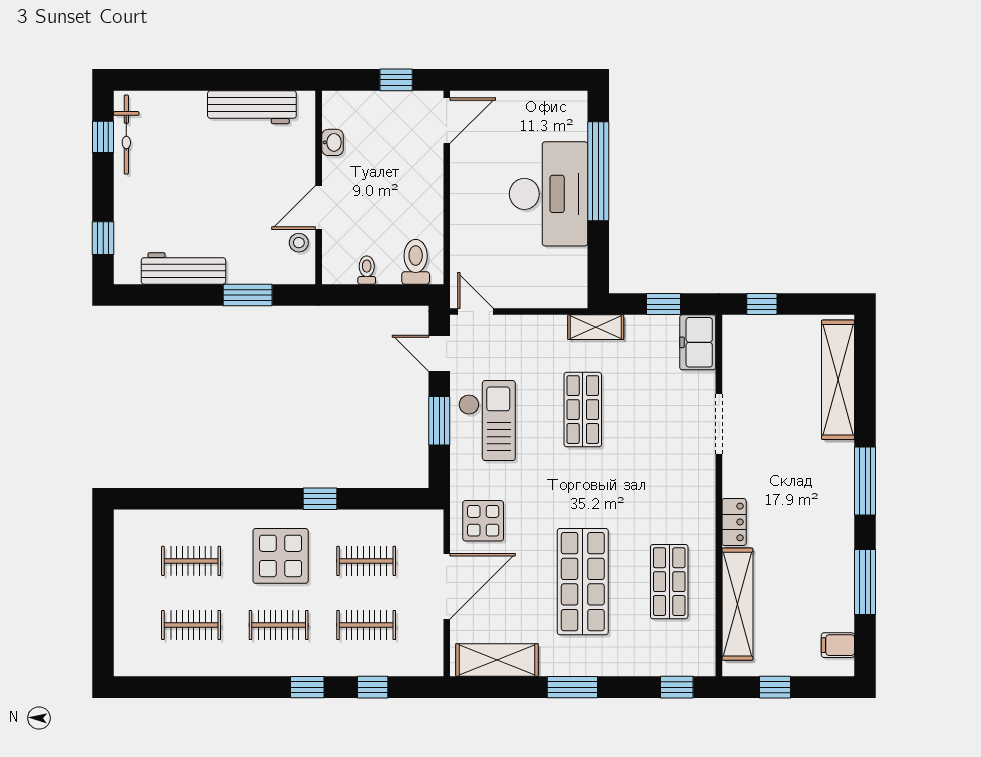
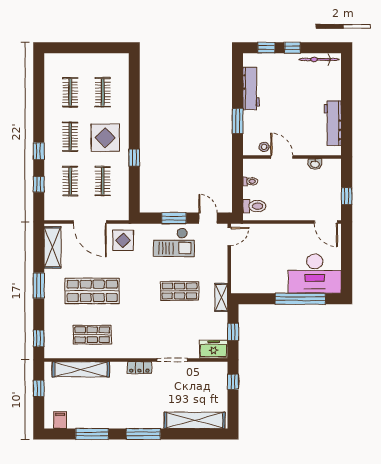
window: (103, 137) -> (292, 48), moved
desk: (549, 194) -> (315, 274), moved
door: (439, 353) -> (208, 218), hinge flipped
locker: (734, 522) -> (139, 368), moved

